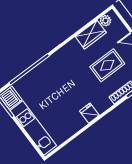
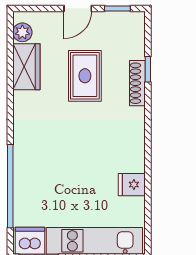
fridge: (89, 113) -> (132, 185), moved

